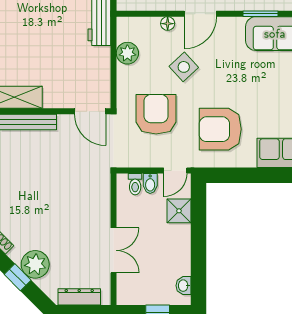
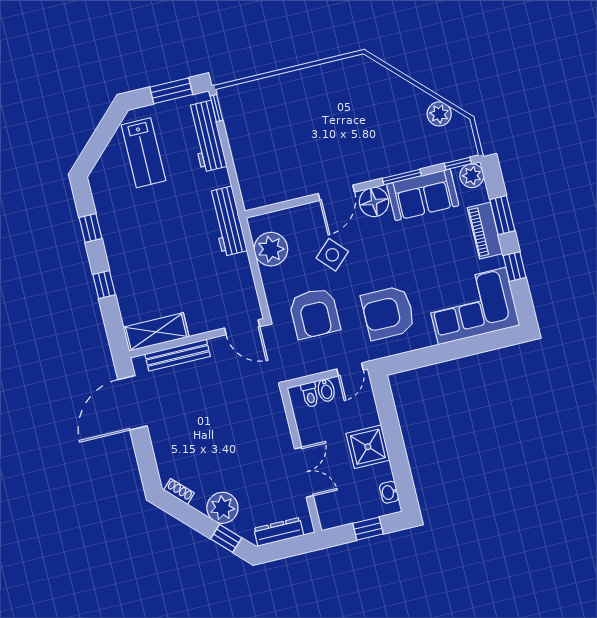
floor lamp: (168, 24) -> (374, 202), moved, width x1.89, depth x1.89
plant: (127, 53) -> (271, 249), width x1.36, depth x1.36
armchair: (156, 114) -> (314, 313), turned 180
shower: (179, 211) -> (368, 447), moved, width x1.36, depth x1.36
window: (18, 277) -> (226, 538), moved

